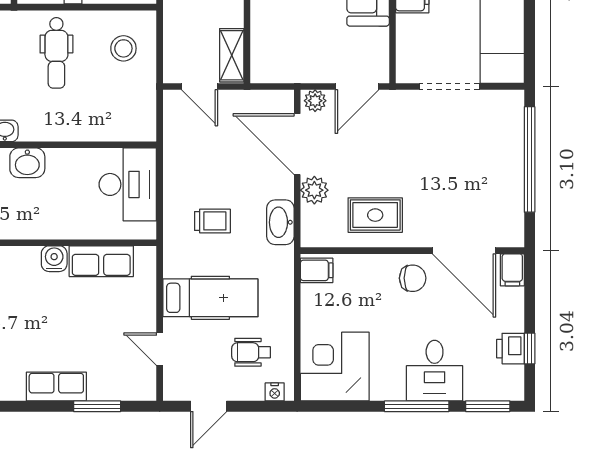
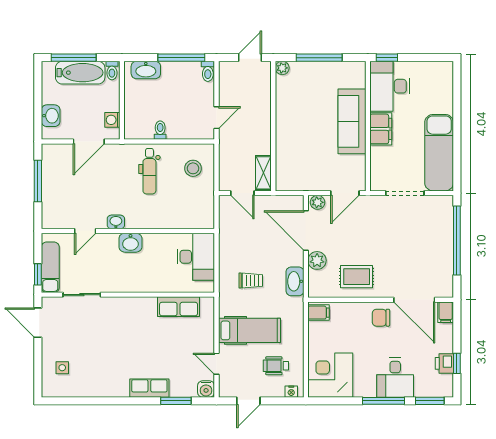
water cooler: (54, 259) -> (206, 389), moved, turned 180
chair: (413, 278) -> (381, 318), turned 180

